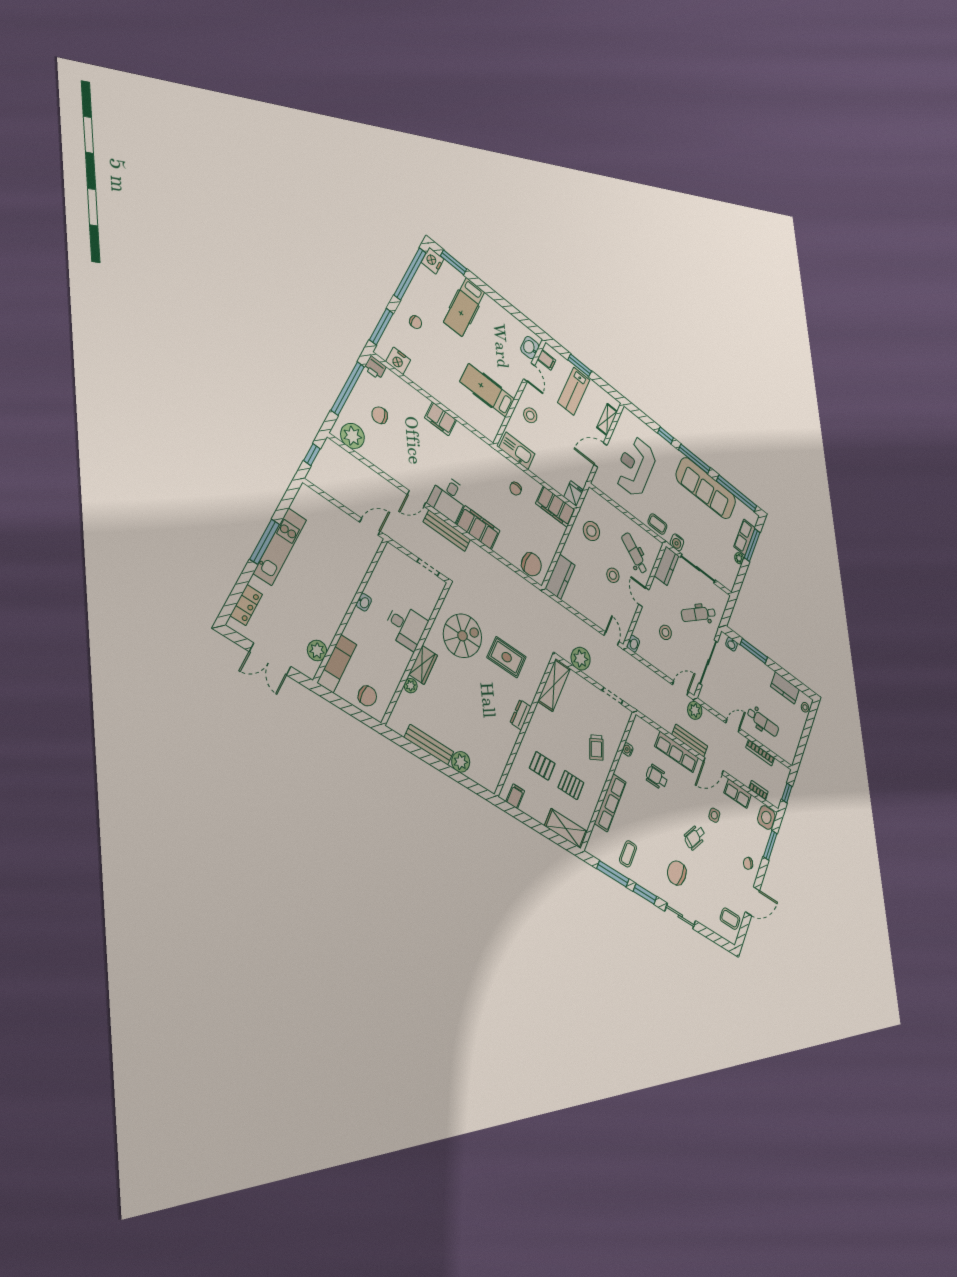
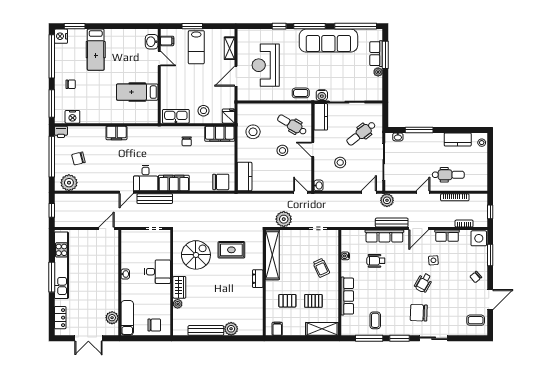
stool: (530, 415) -> (203, 111), moved
kitchen unit: (280, 546) -> (61, 265), width x1.36
shelving: (554, 685) -> (272, 255), width x1.47

